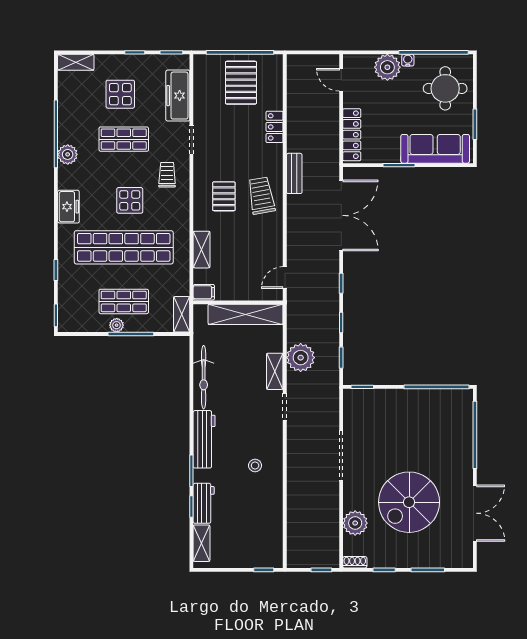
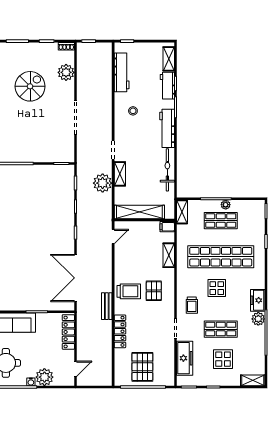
door: (341, 80) -> (75, 369), hinge flipped
locker: (275, 127) -> (120, 331), width x1.53
trolley: (261, 196) -> (129, 291), turned -80
freezer: (68, 207) -> (258, 300), moved
spiral stairs: (409, 502) -> (30, 86), width x0.73, depth x0.73
workbench: (272, 523) -> (122, 72), added

